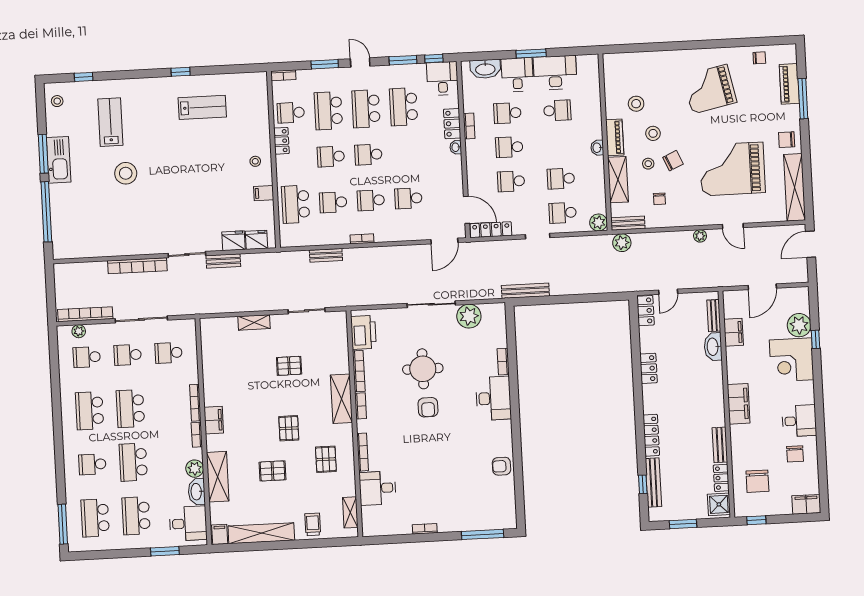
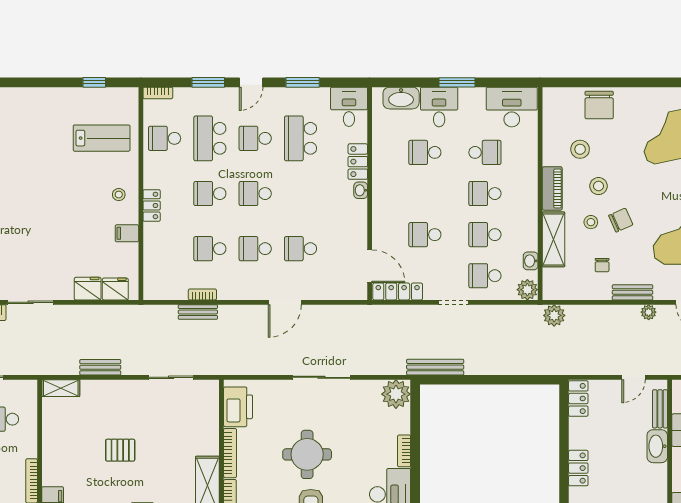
window: (434, 59) -> (340, 82), removed
door: (360, 62) -> (251, 82), swing flipped
chair: (650, 66) -> (599, 105), added
window: (181, 72) -> (94, 82), moved
desk: (555, 73) -> (512, 107), moved
lab bench: (202, 107) -> (102, 138), moved
school desk: (366, 109) -> (255, 138), width x0.54
bookcase: (469, 126) -> (378, 166), removed
locker: (281, 141) -> (152, 205), moved
school desk: (509, 147) -> (485, 194), moved
washbasin: (597, 148) -> (531, 261), moved
school desk: (296, 204) -> (165, 249), removed
bench: (628, 223) -> (633, 292), moved
bookcase: (362, 239) -> (202, 294), moved
door: (444, 241) -> (285, 302), moved
bench: (223, 261) -> (100, 367), moved
door: (668, 292) -> (634, 377), moved
plant: (469, 316) -> (396, 394), moved
shelving: (254, 322) -> (61, 388), moved
pallet: (289, 366) -> (120, 450), moved

